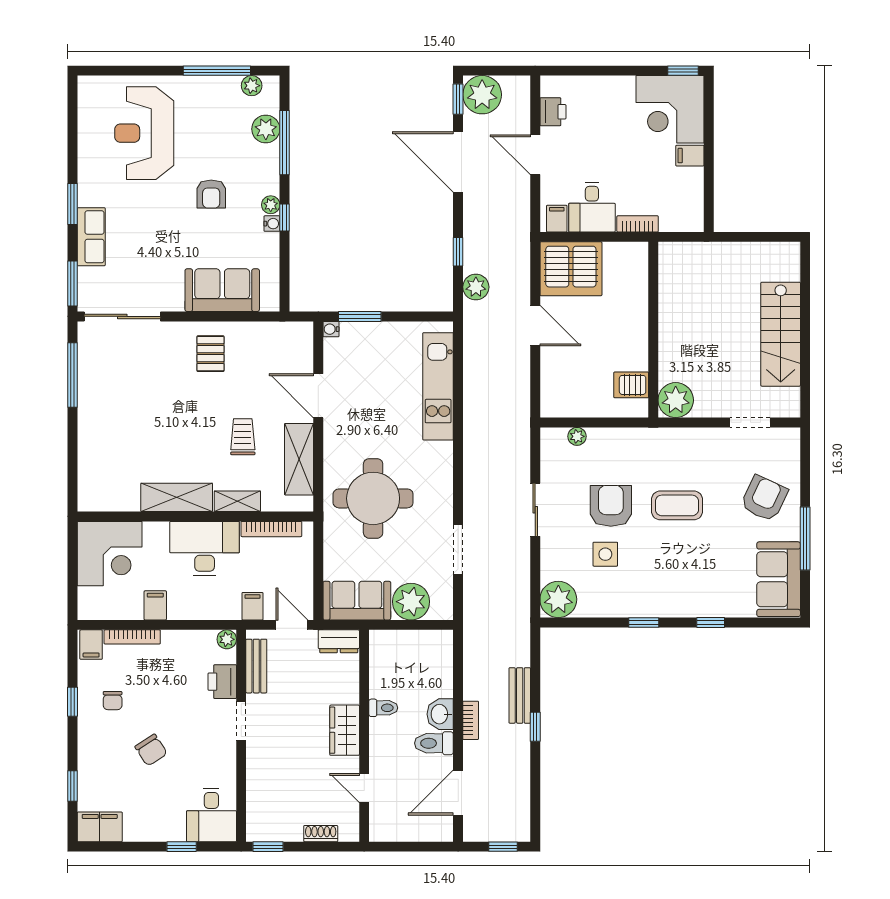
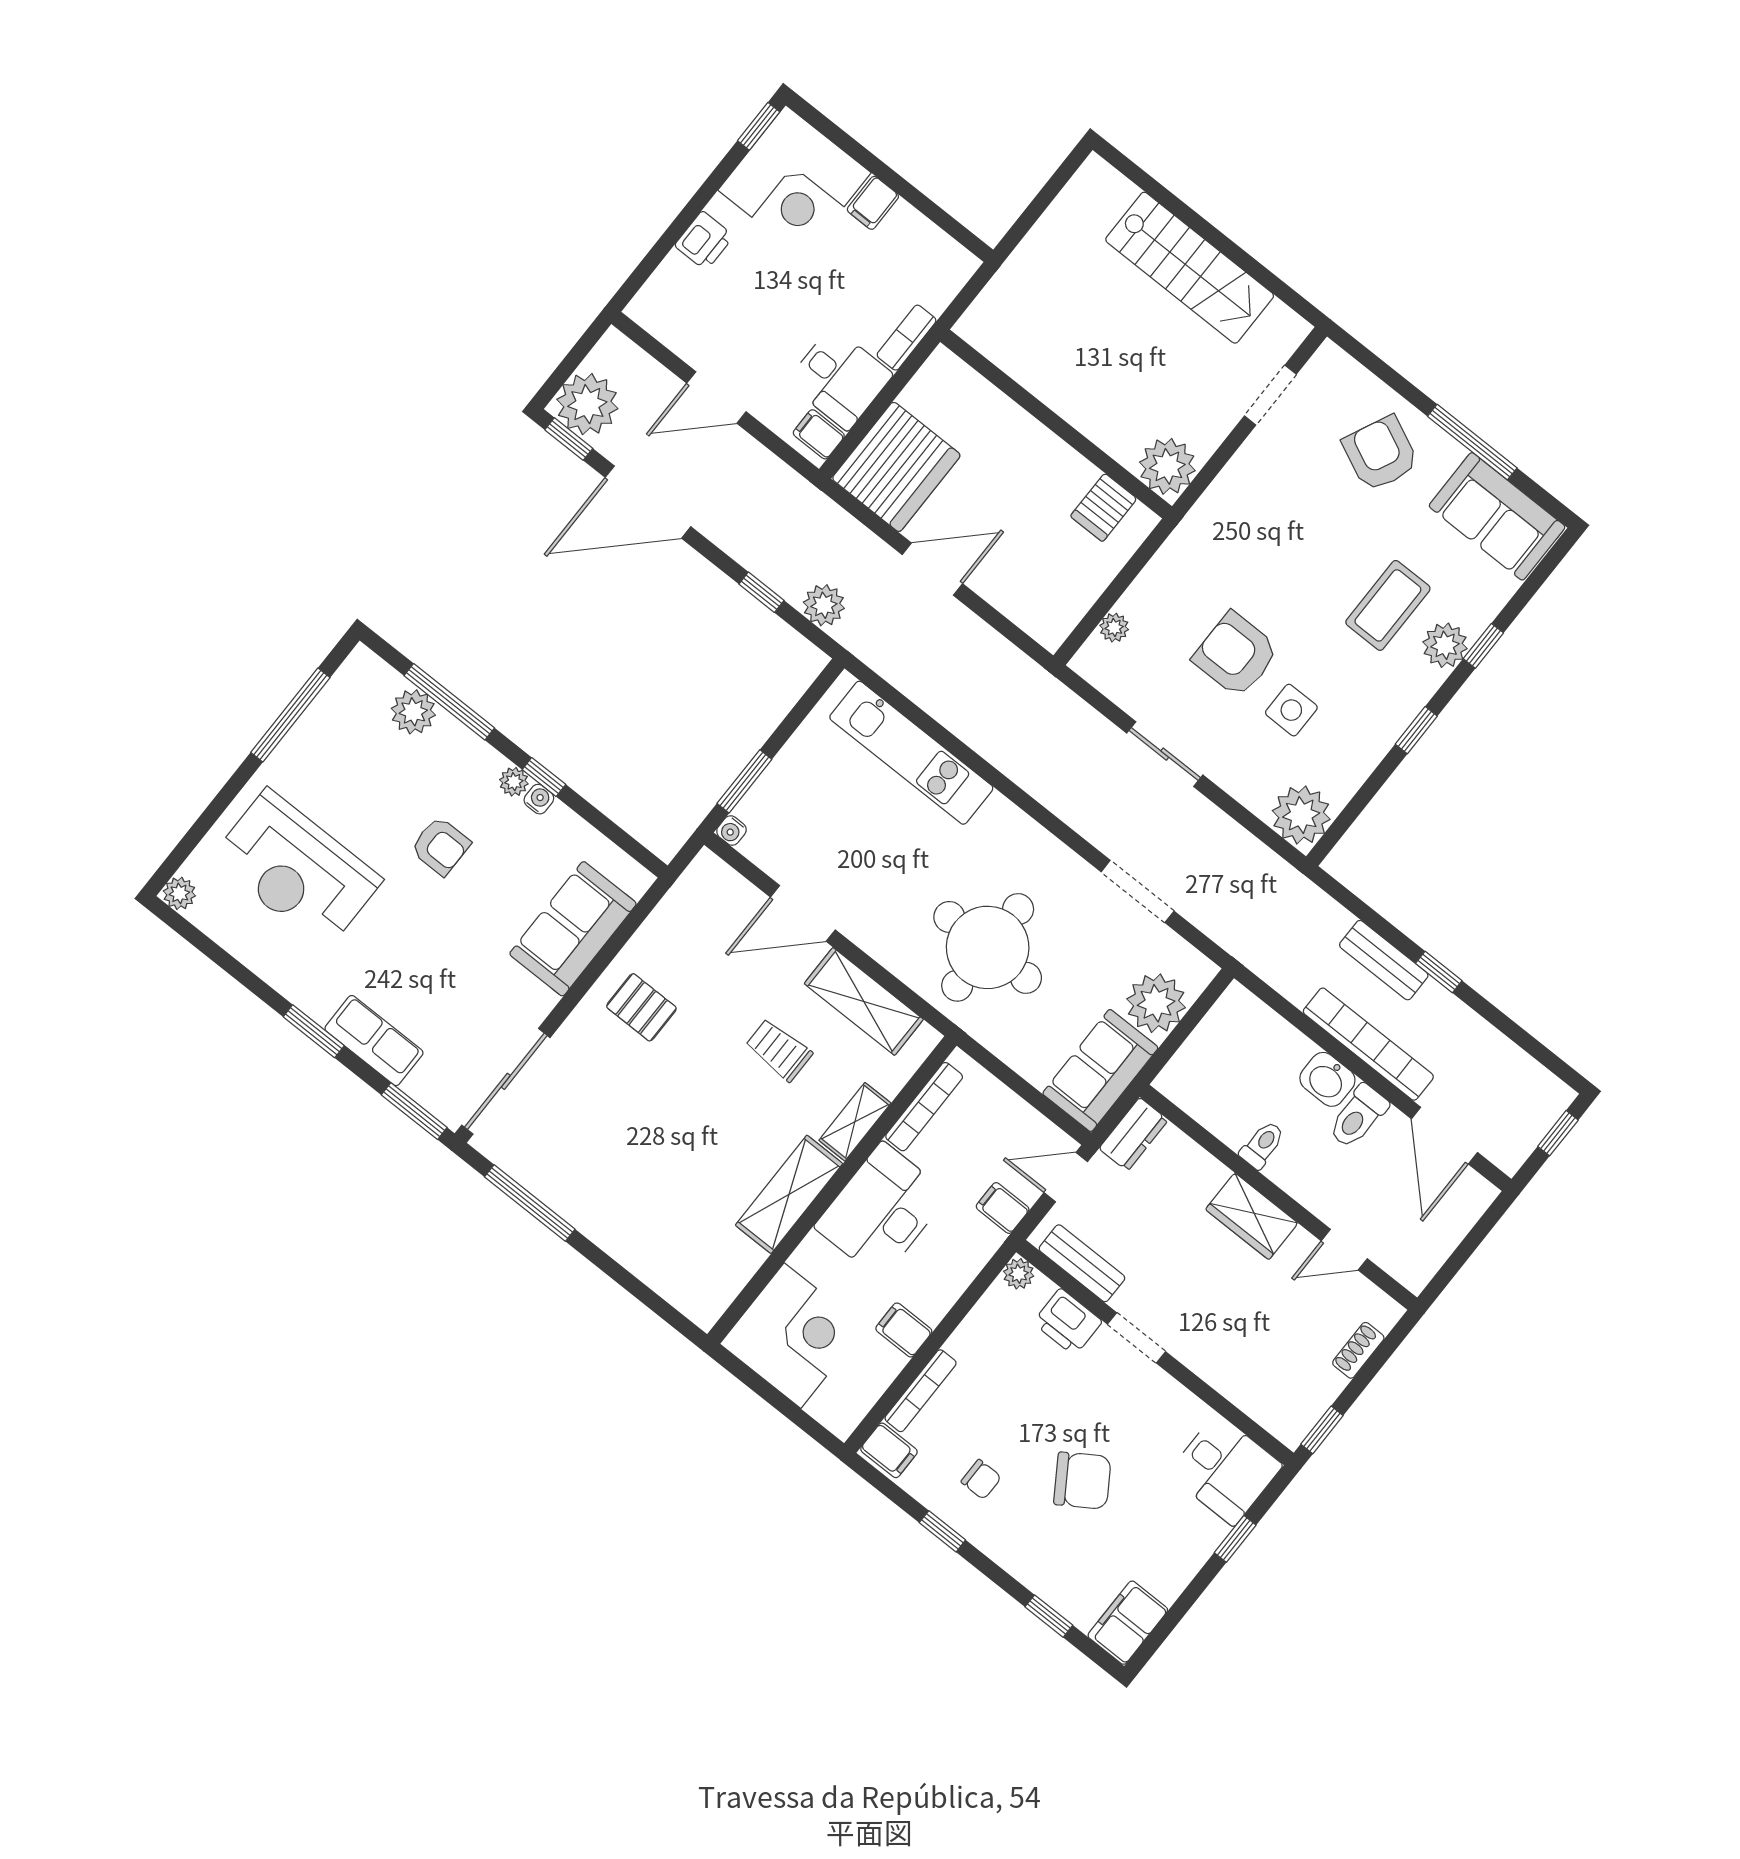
plant: (252, 86) -> (179, 893), moved
printer: (553, 112) -> (704, 241), moved, turned 90
coffee table: (677, 505) -> (1388, 605), moved
plant: (696, 604) -> (1445, 645), added
bookcase: (471, 720) -> (1368, 1044), width x2.31, depth x1.31
chair: (151, 750) -> (1082, 1481), width x1.37, depth x1.37

